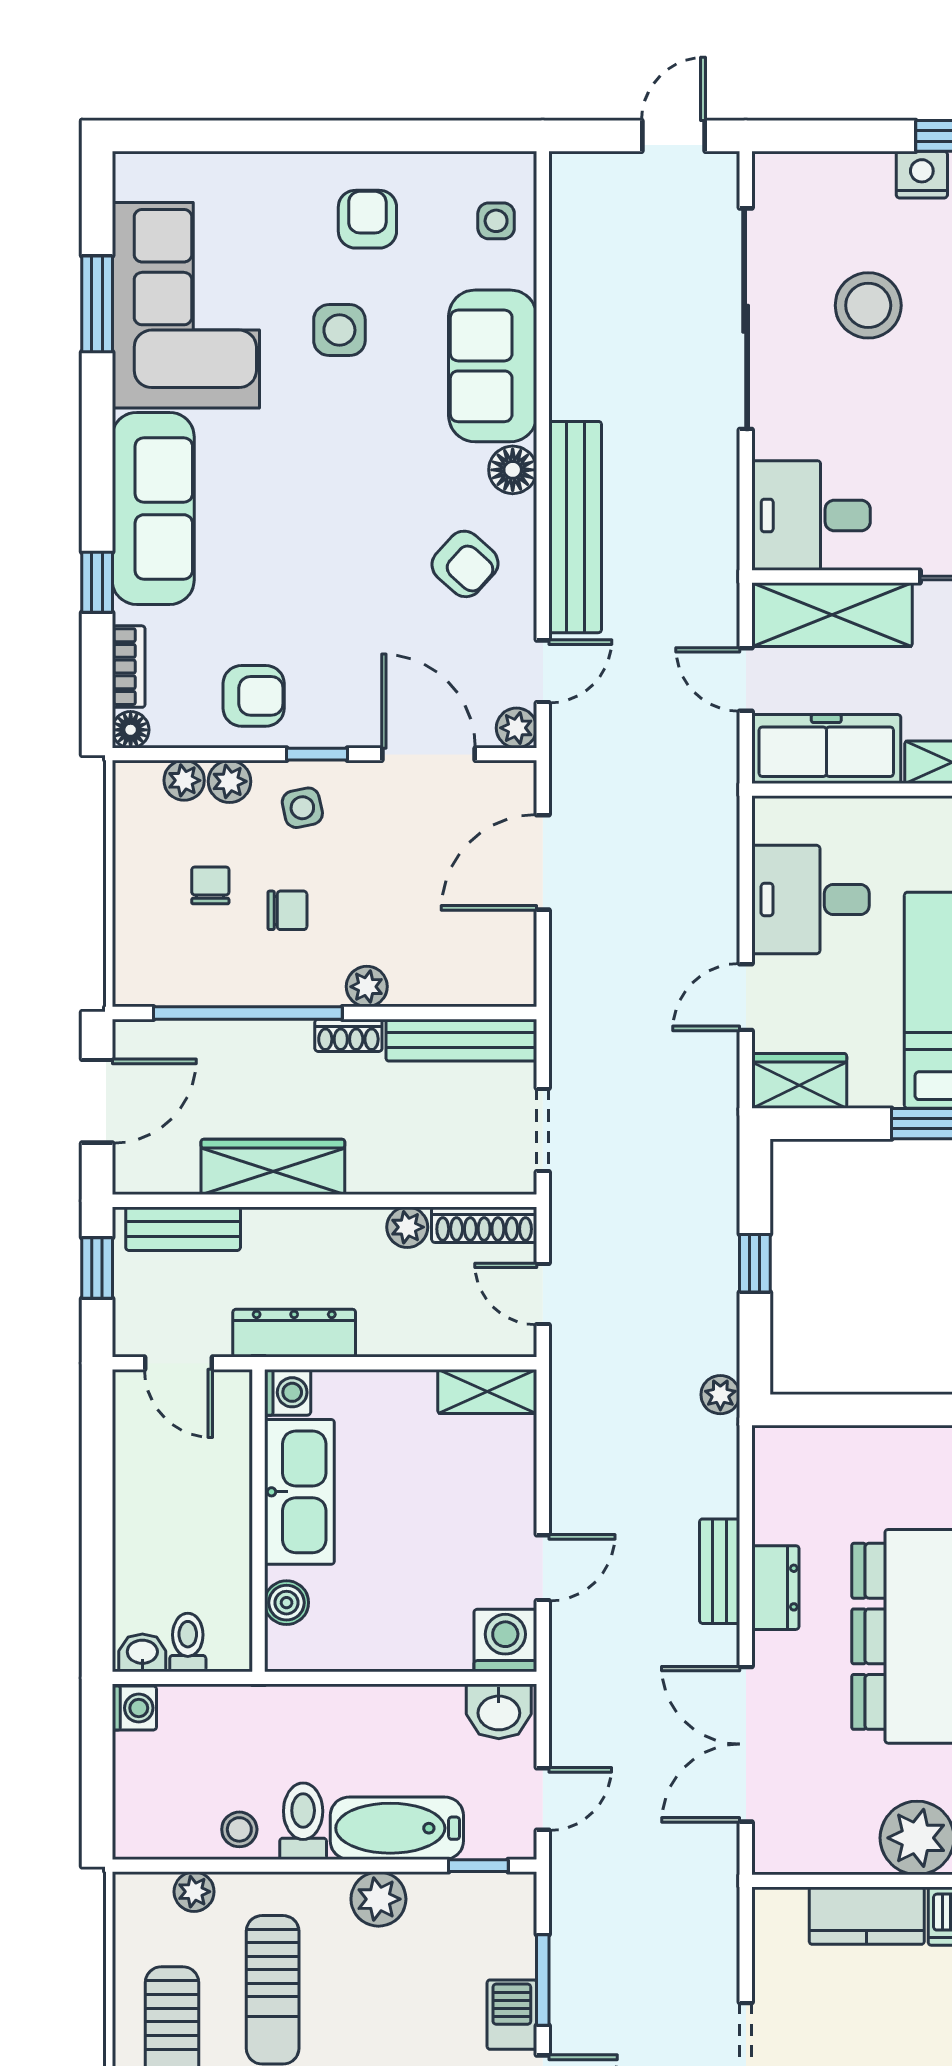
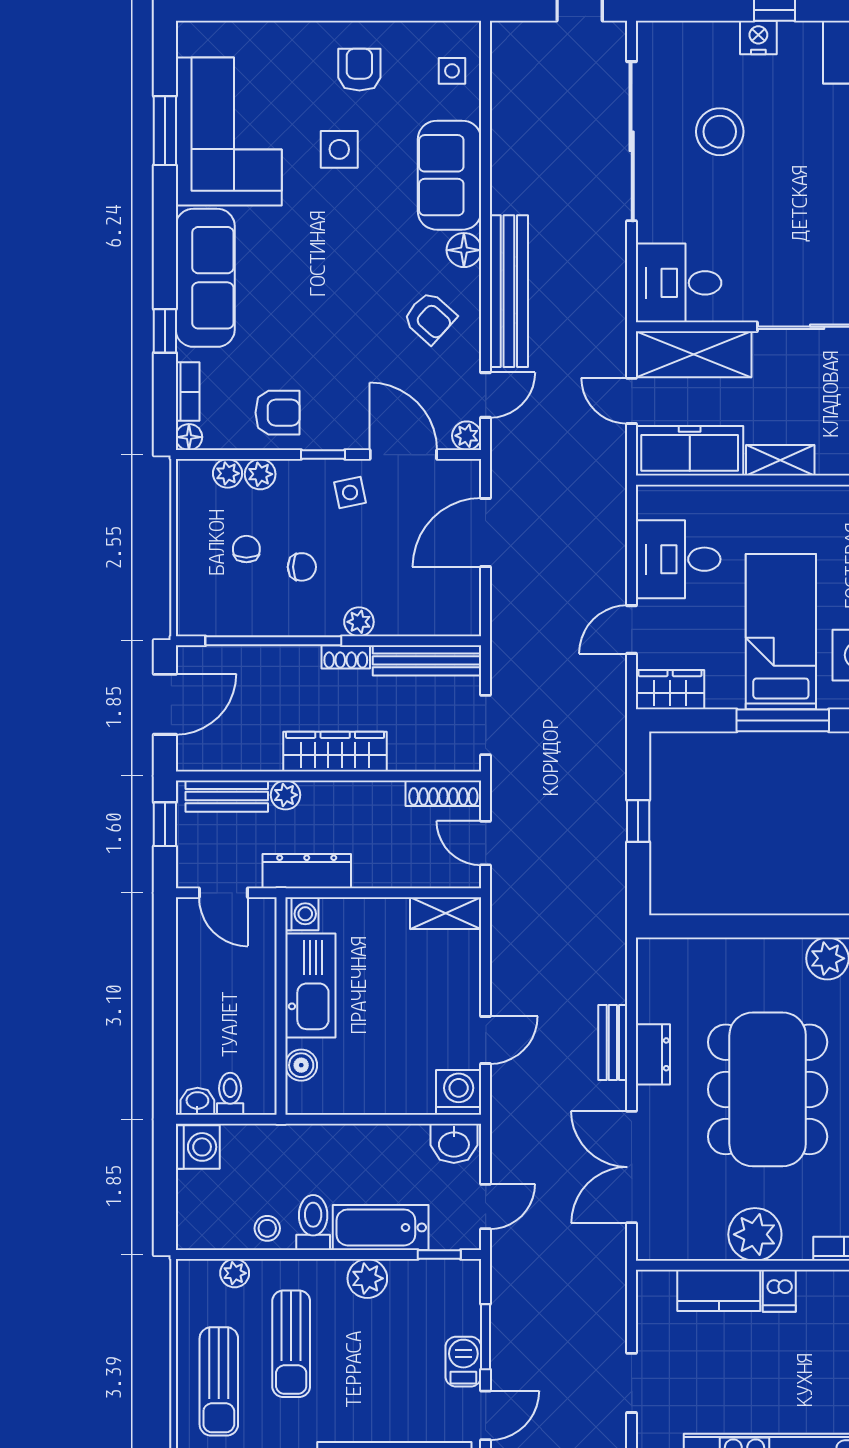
side table: (302, 808) -> (350, 493), moved
wardrobe: (273, 1167) -> (335, 752), moved
plant: (407, 1227) -> (286, 795), moved
plant: (720, 1395) -> (613, 915), removed
washing machine: (134, 1708) -> (198, 1147), width x1.38, depth x1.38

